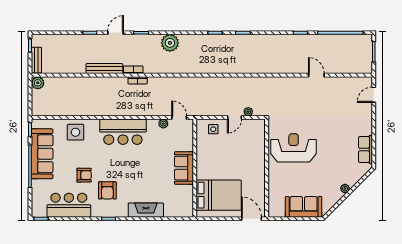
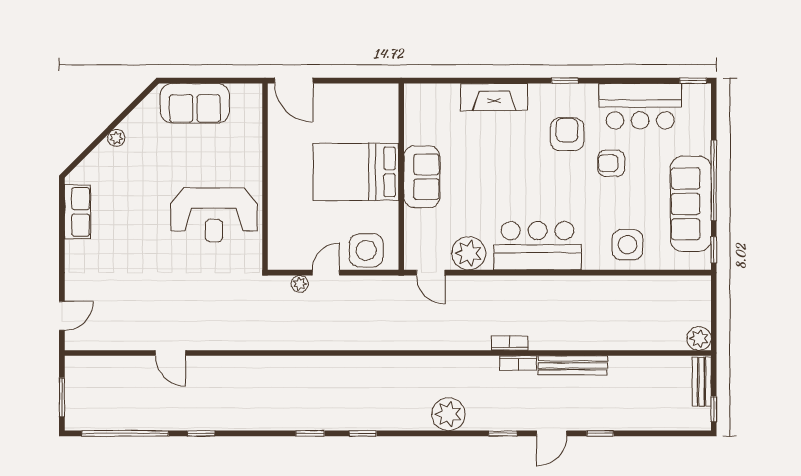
plant: (163, 124) -> (469, 253), width x1.88, depth x1.88
side table: (213, 129) -> (366, 250), width x1.87, depth x1.87
bed: (219, 195) -> (356, 172), moved

